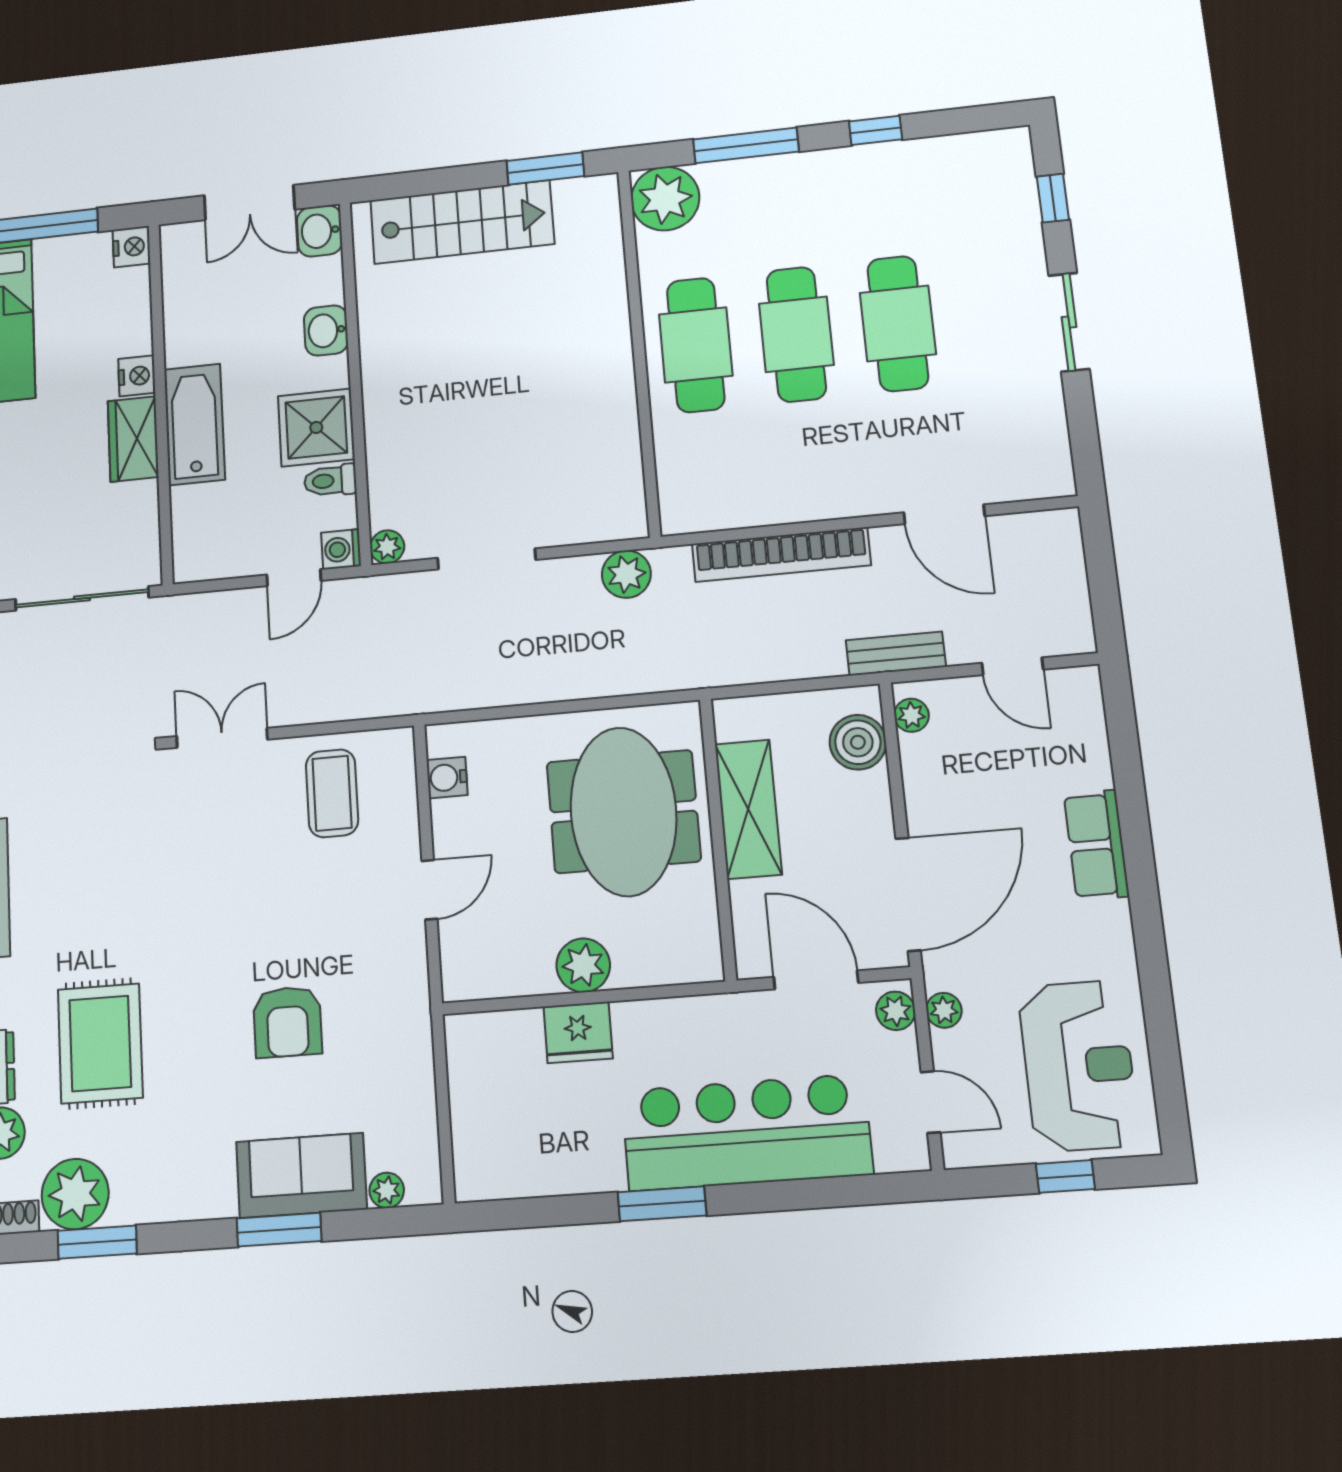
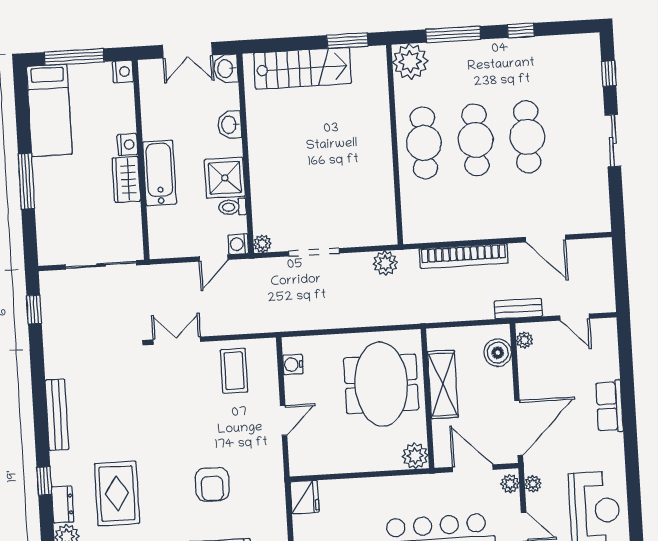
plant: (583, 965) -> (415, 456), moved
fridge: (578, 1032) -> (305, 497), moved, turned -90

